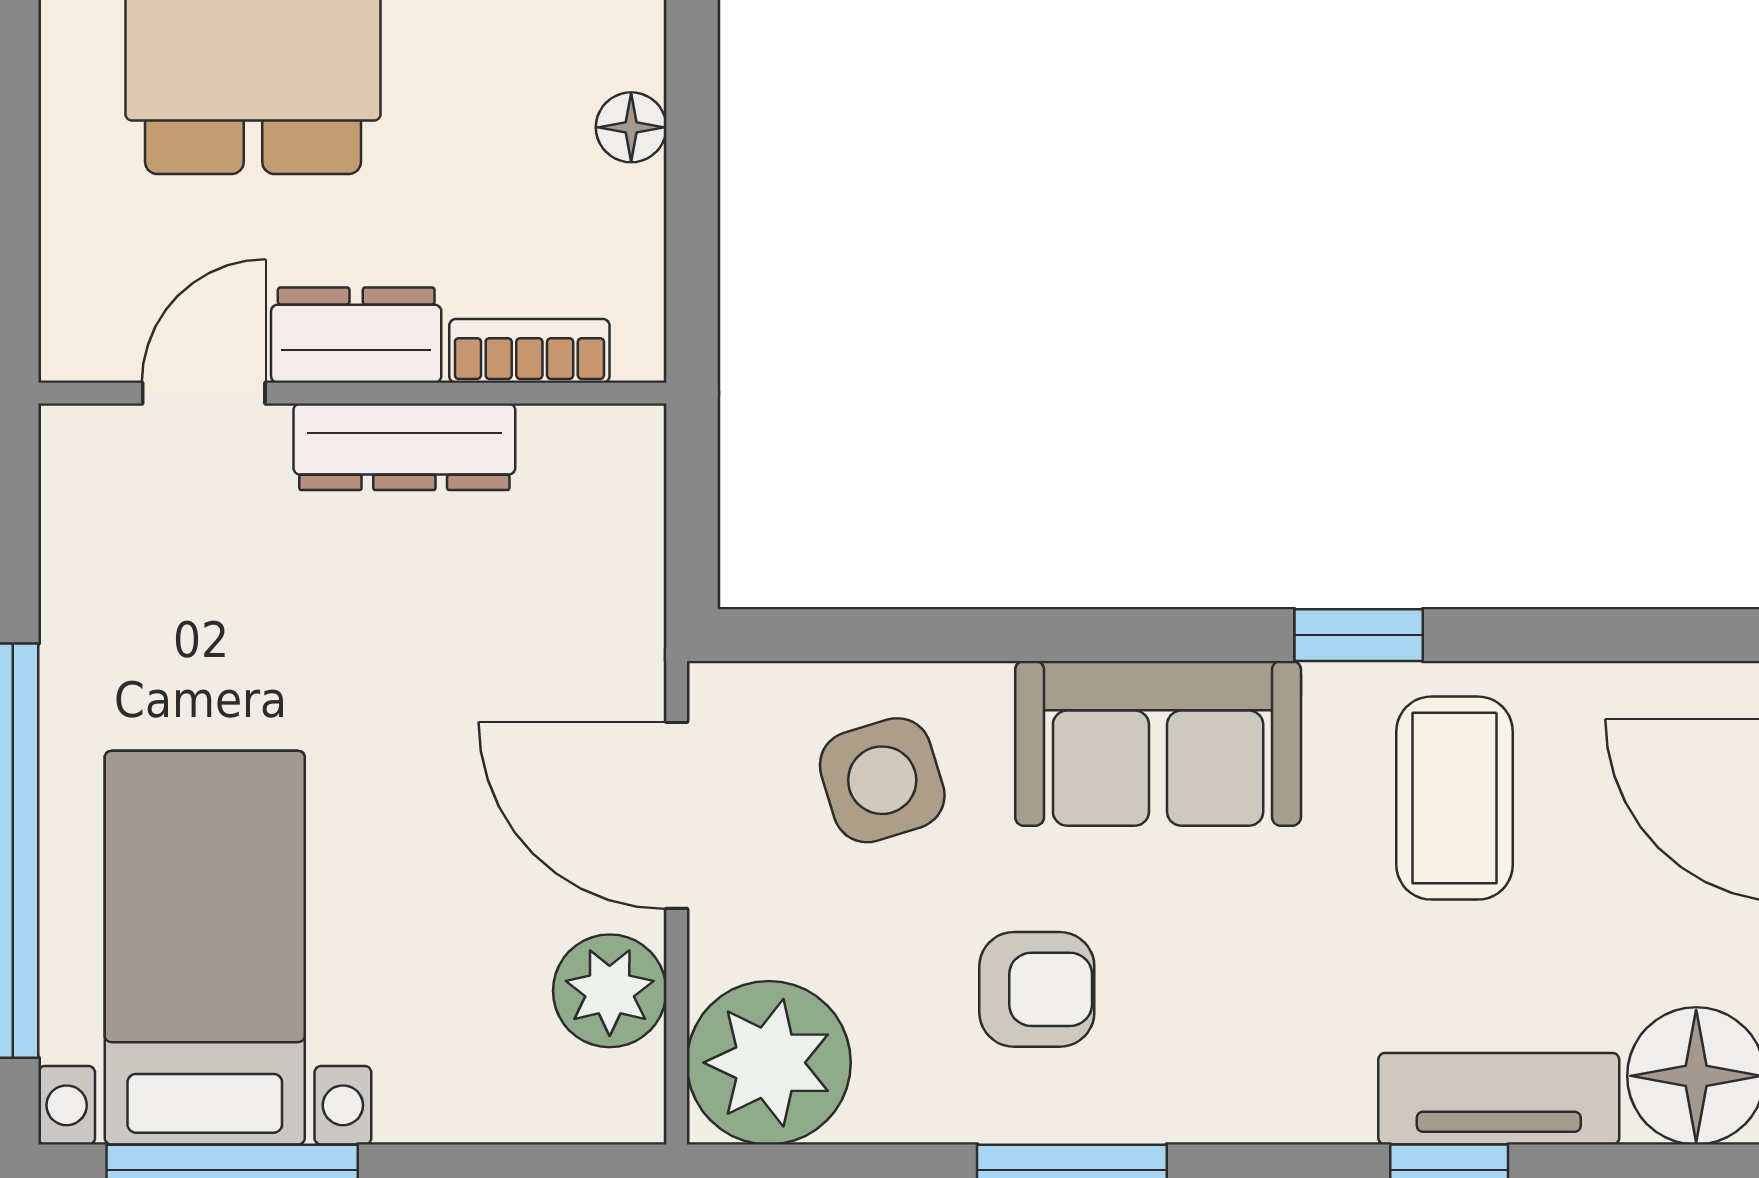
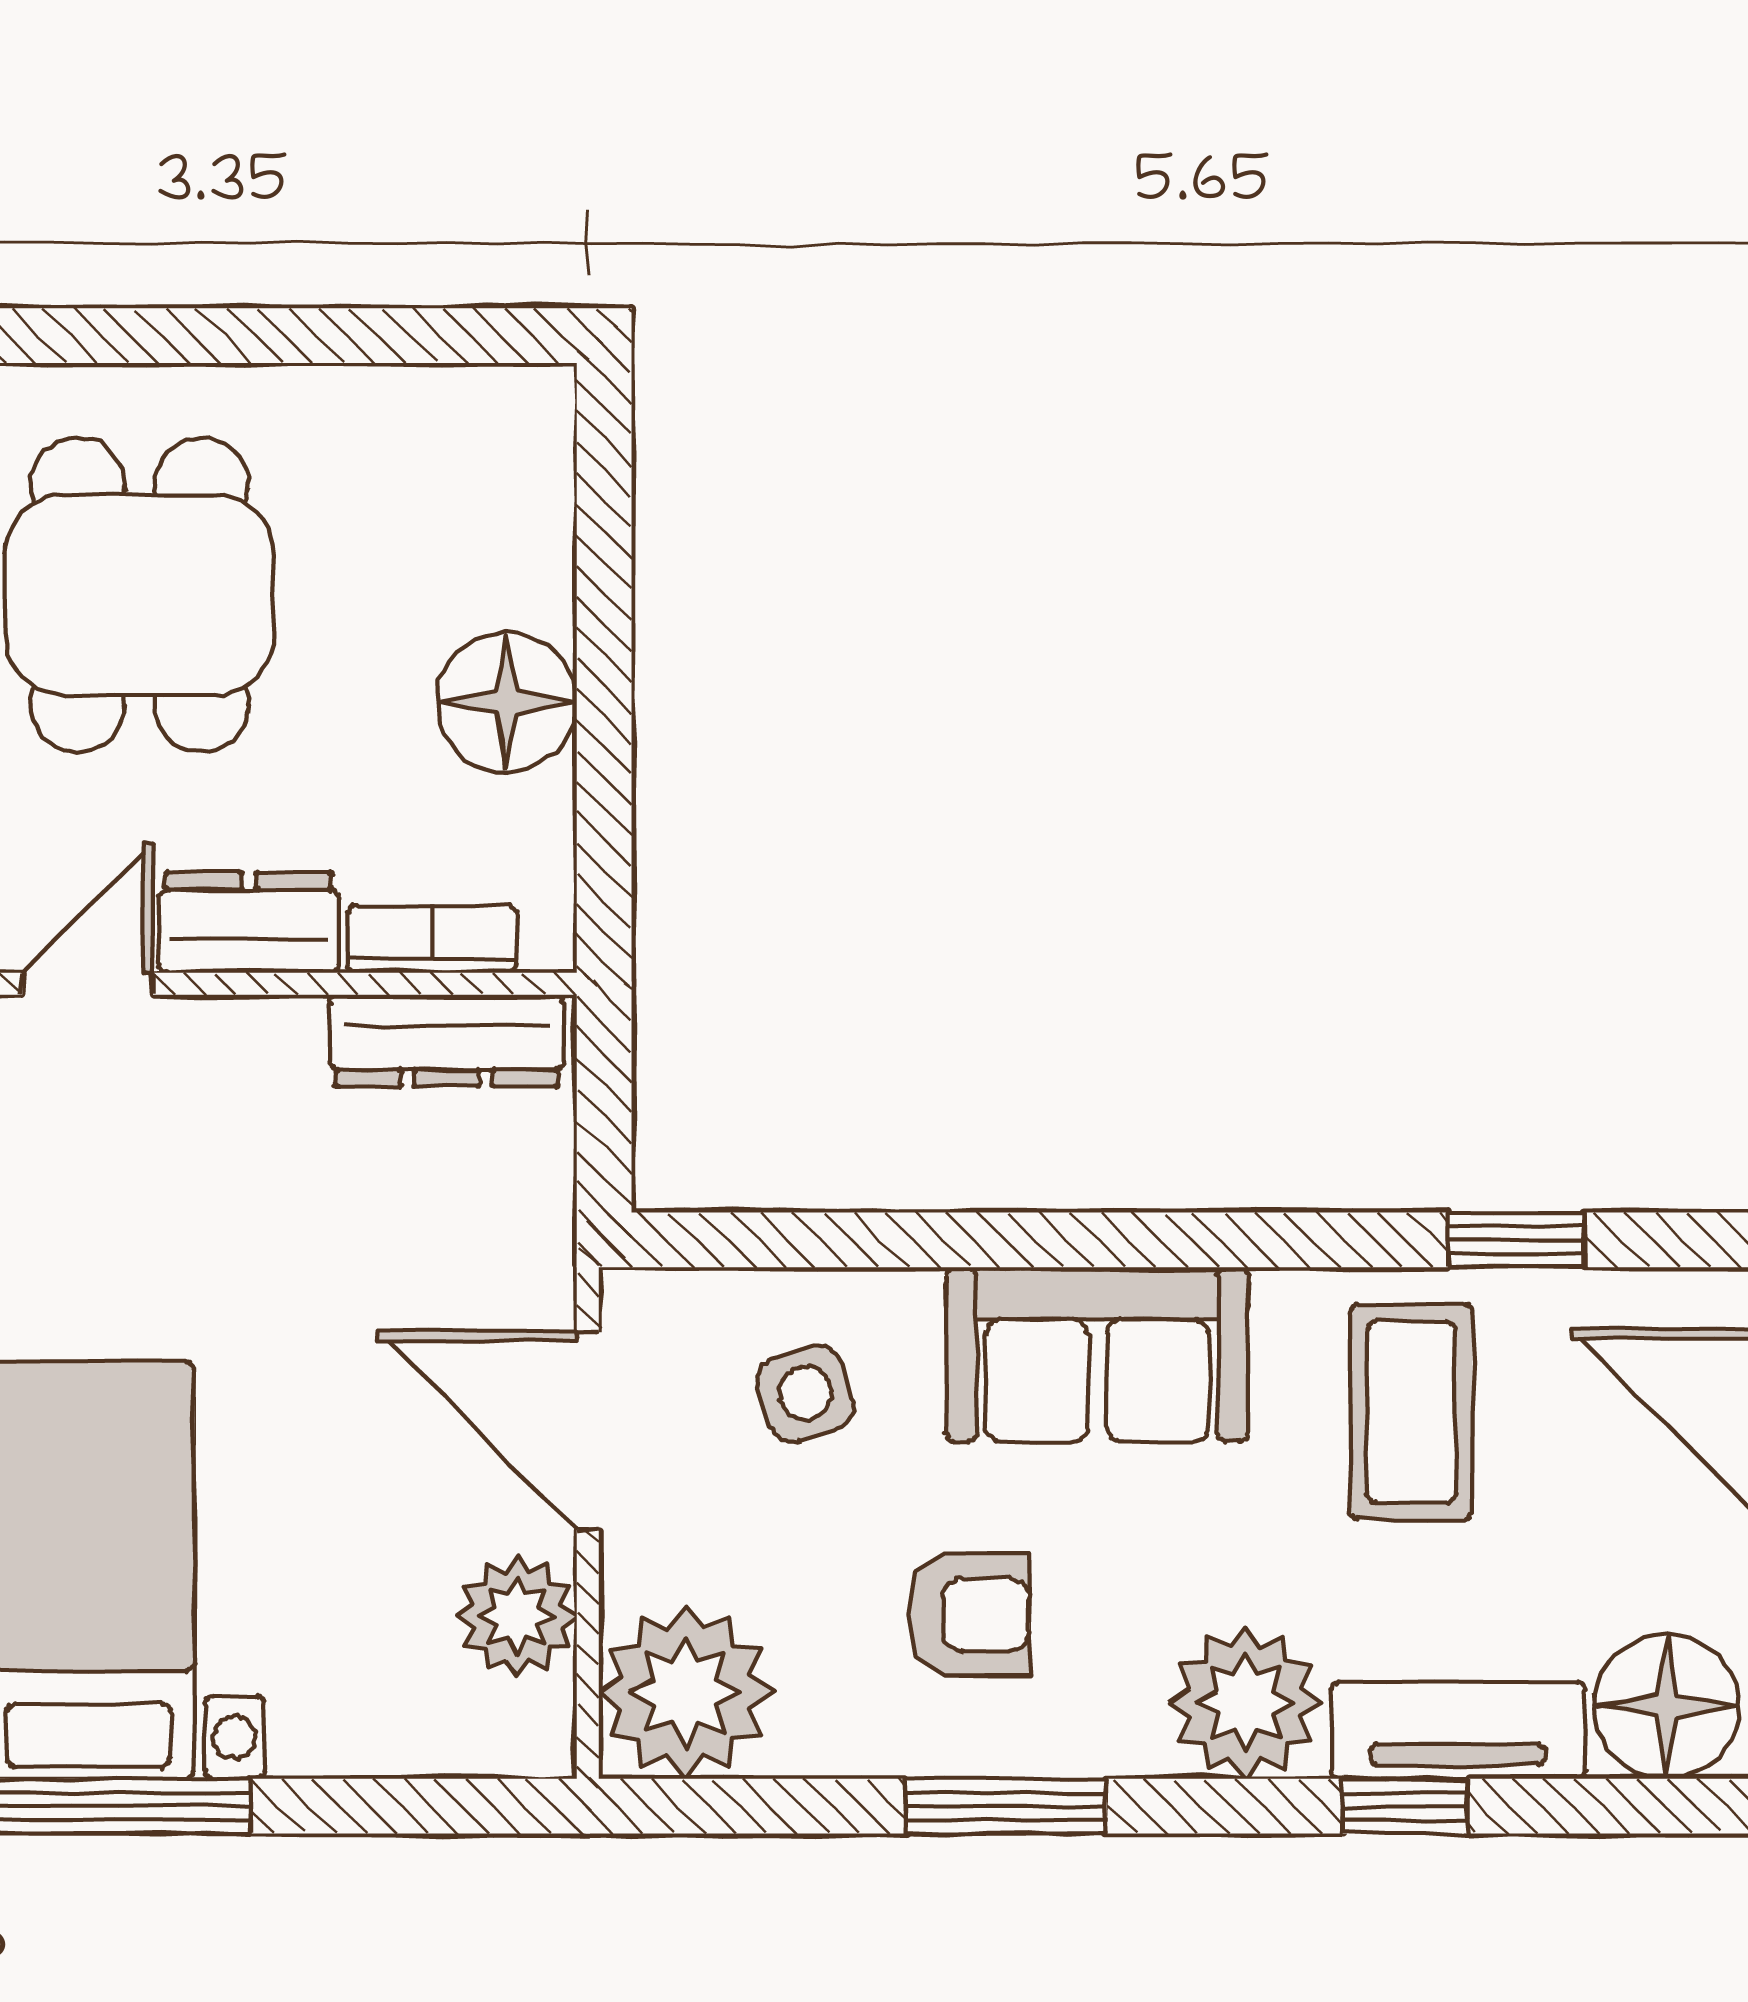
floor lamp: (631, 127) -> (507, 702), width x1.89, depth x1.89
dresser: (404, 447) -> (447, 1041), moved
window: (1359, 635) -> (1516, 1240), moved
side table: (882, 780) -> (805, 1393), width x0.73, depth x0.73
plant: (1298, 1073) -> (1245, 1703), added

